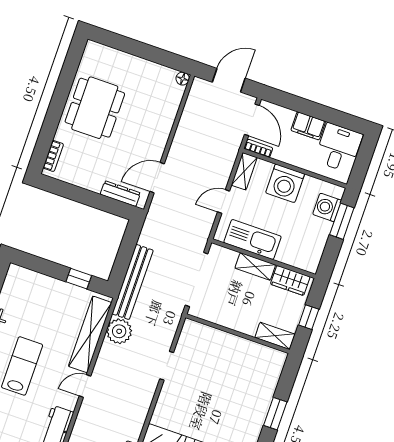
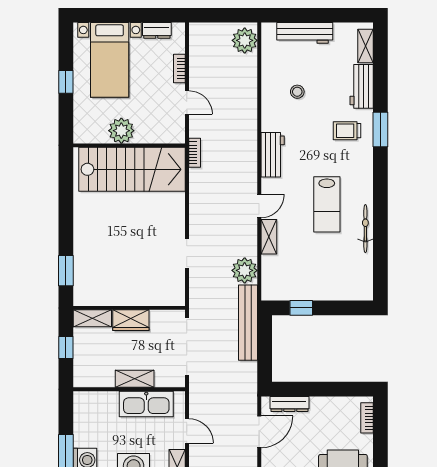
door: (224, 202) -> (187, 431), hinge flipped
wardrobe: (290, 280) -> (131, 320), moved, turned 180
shelving: (90, 334) -> (269, 237), width x0.45, depth x0.75
window: (275, 414) -> (66, 271), moved

